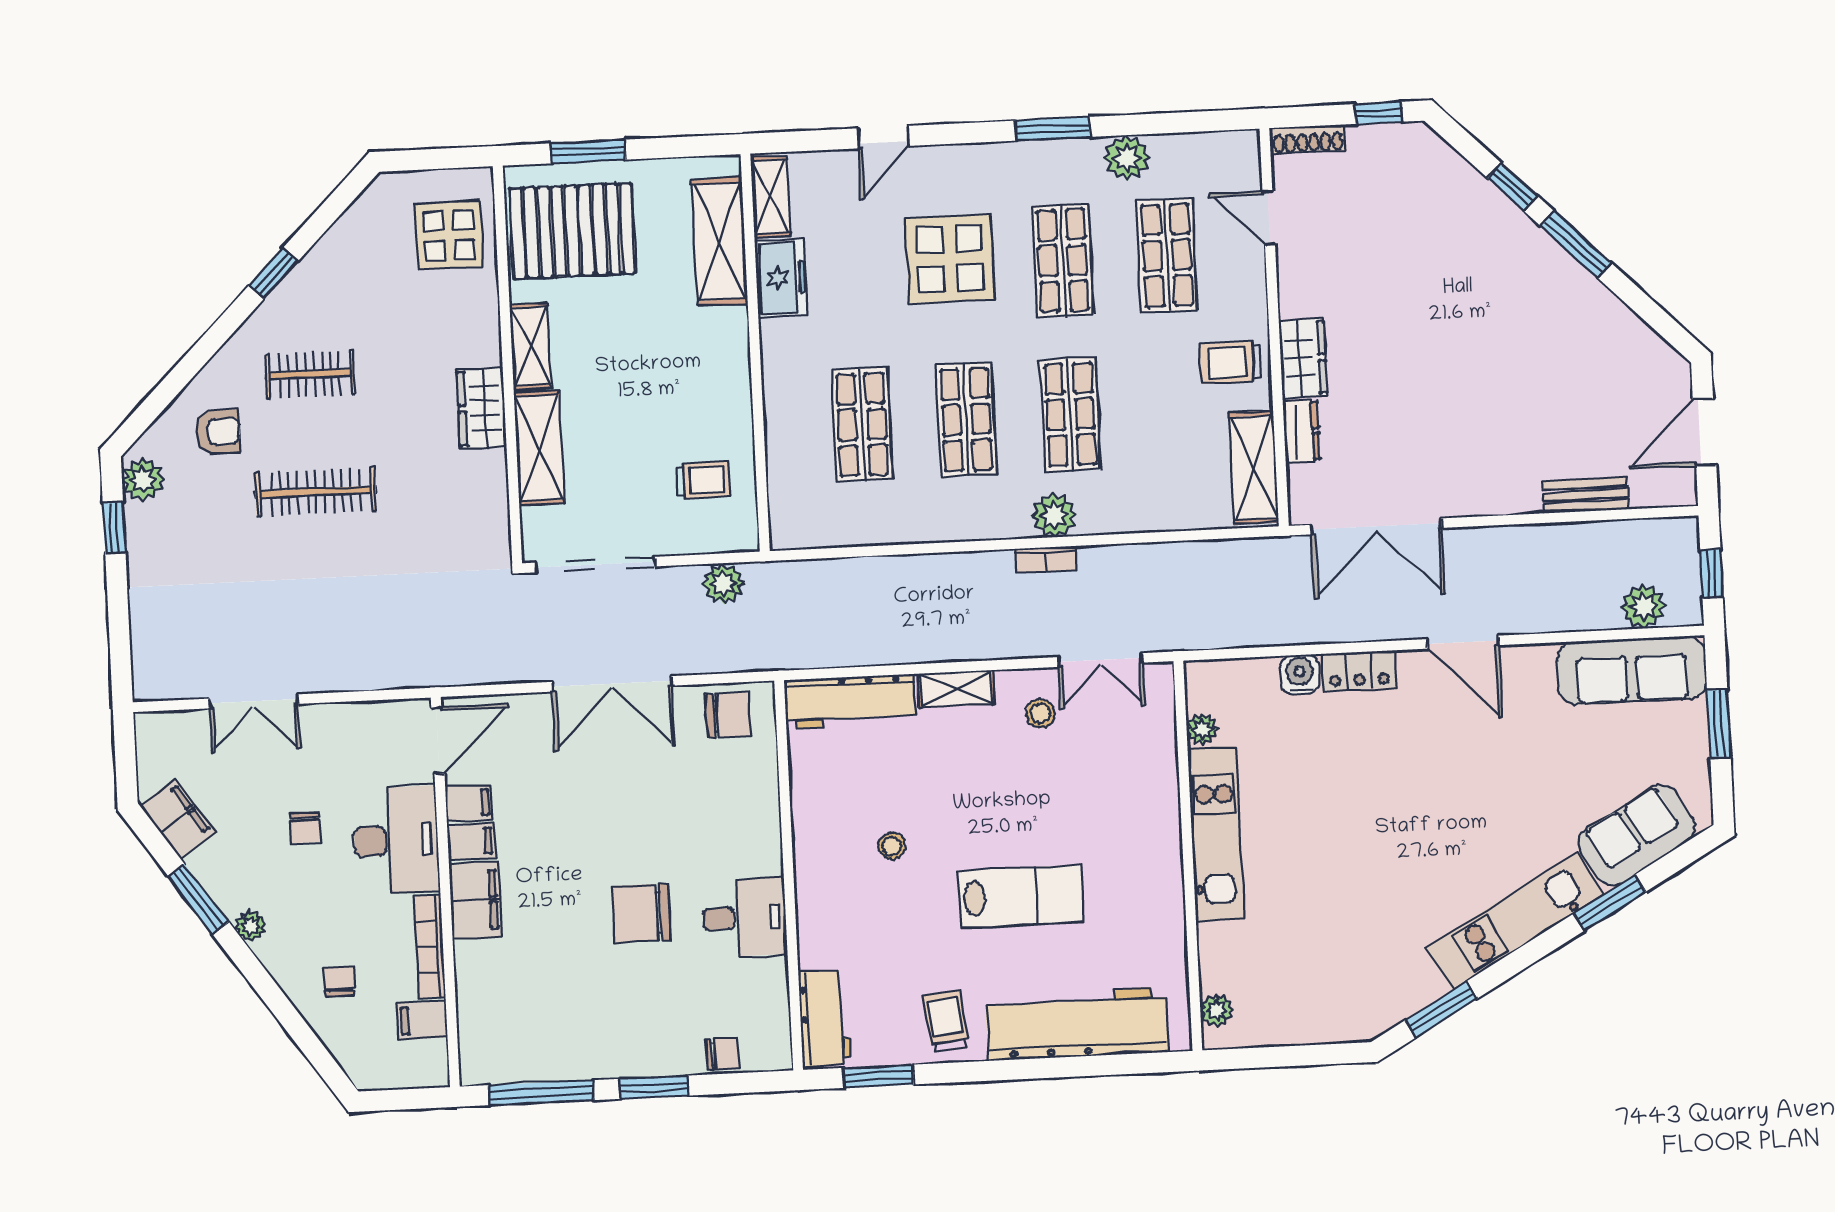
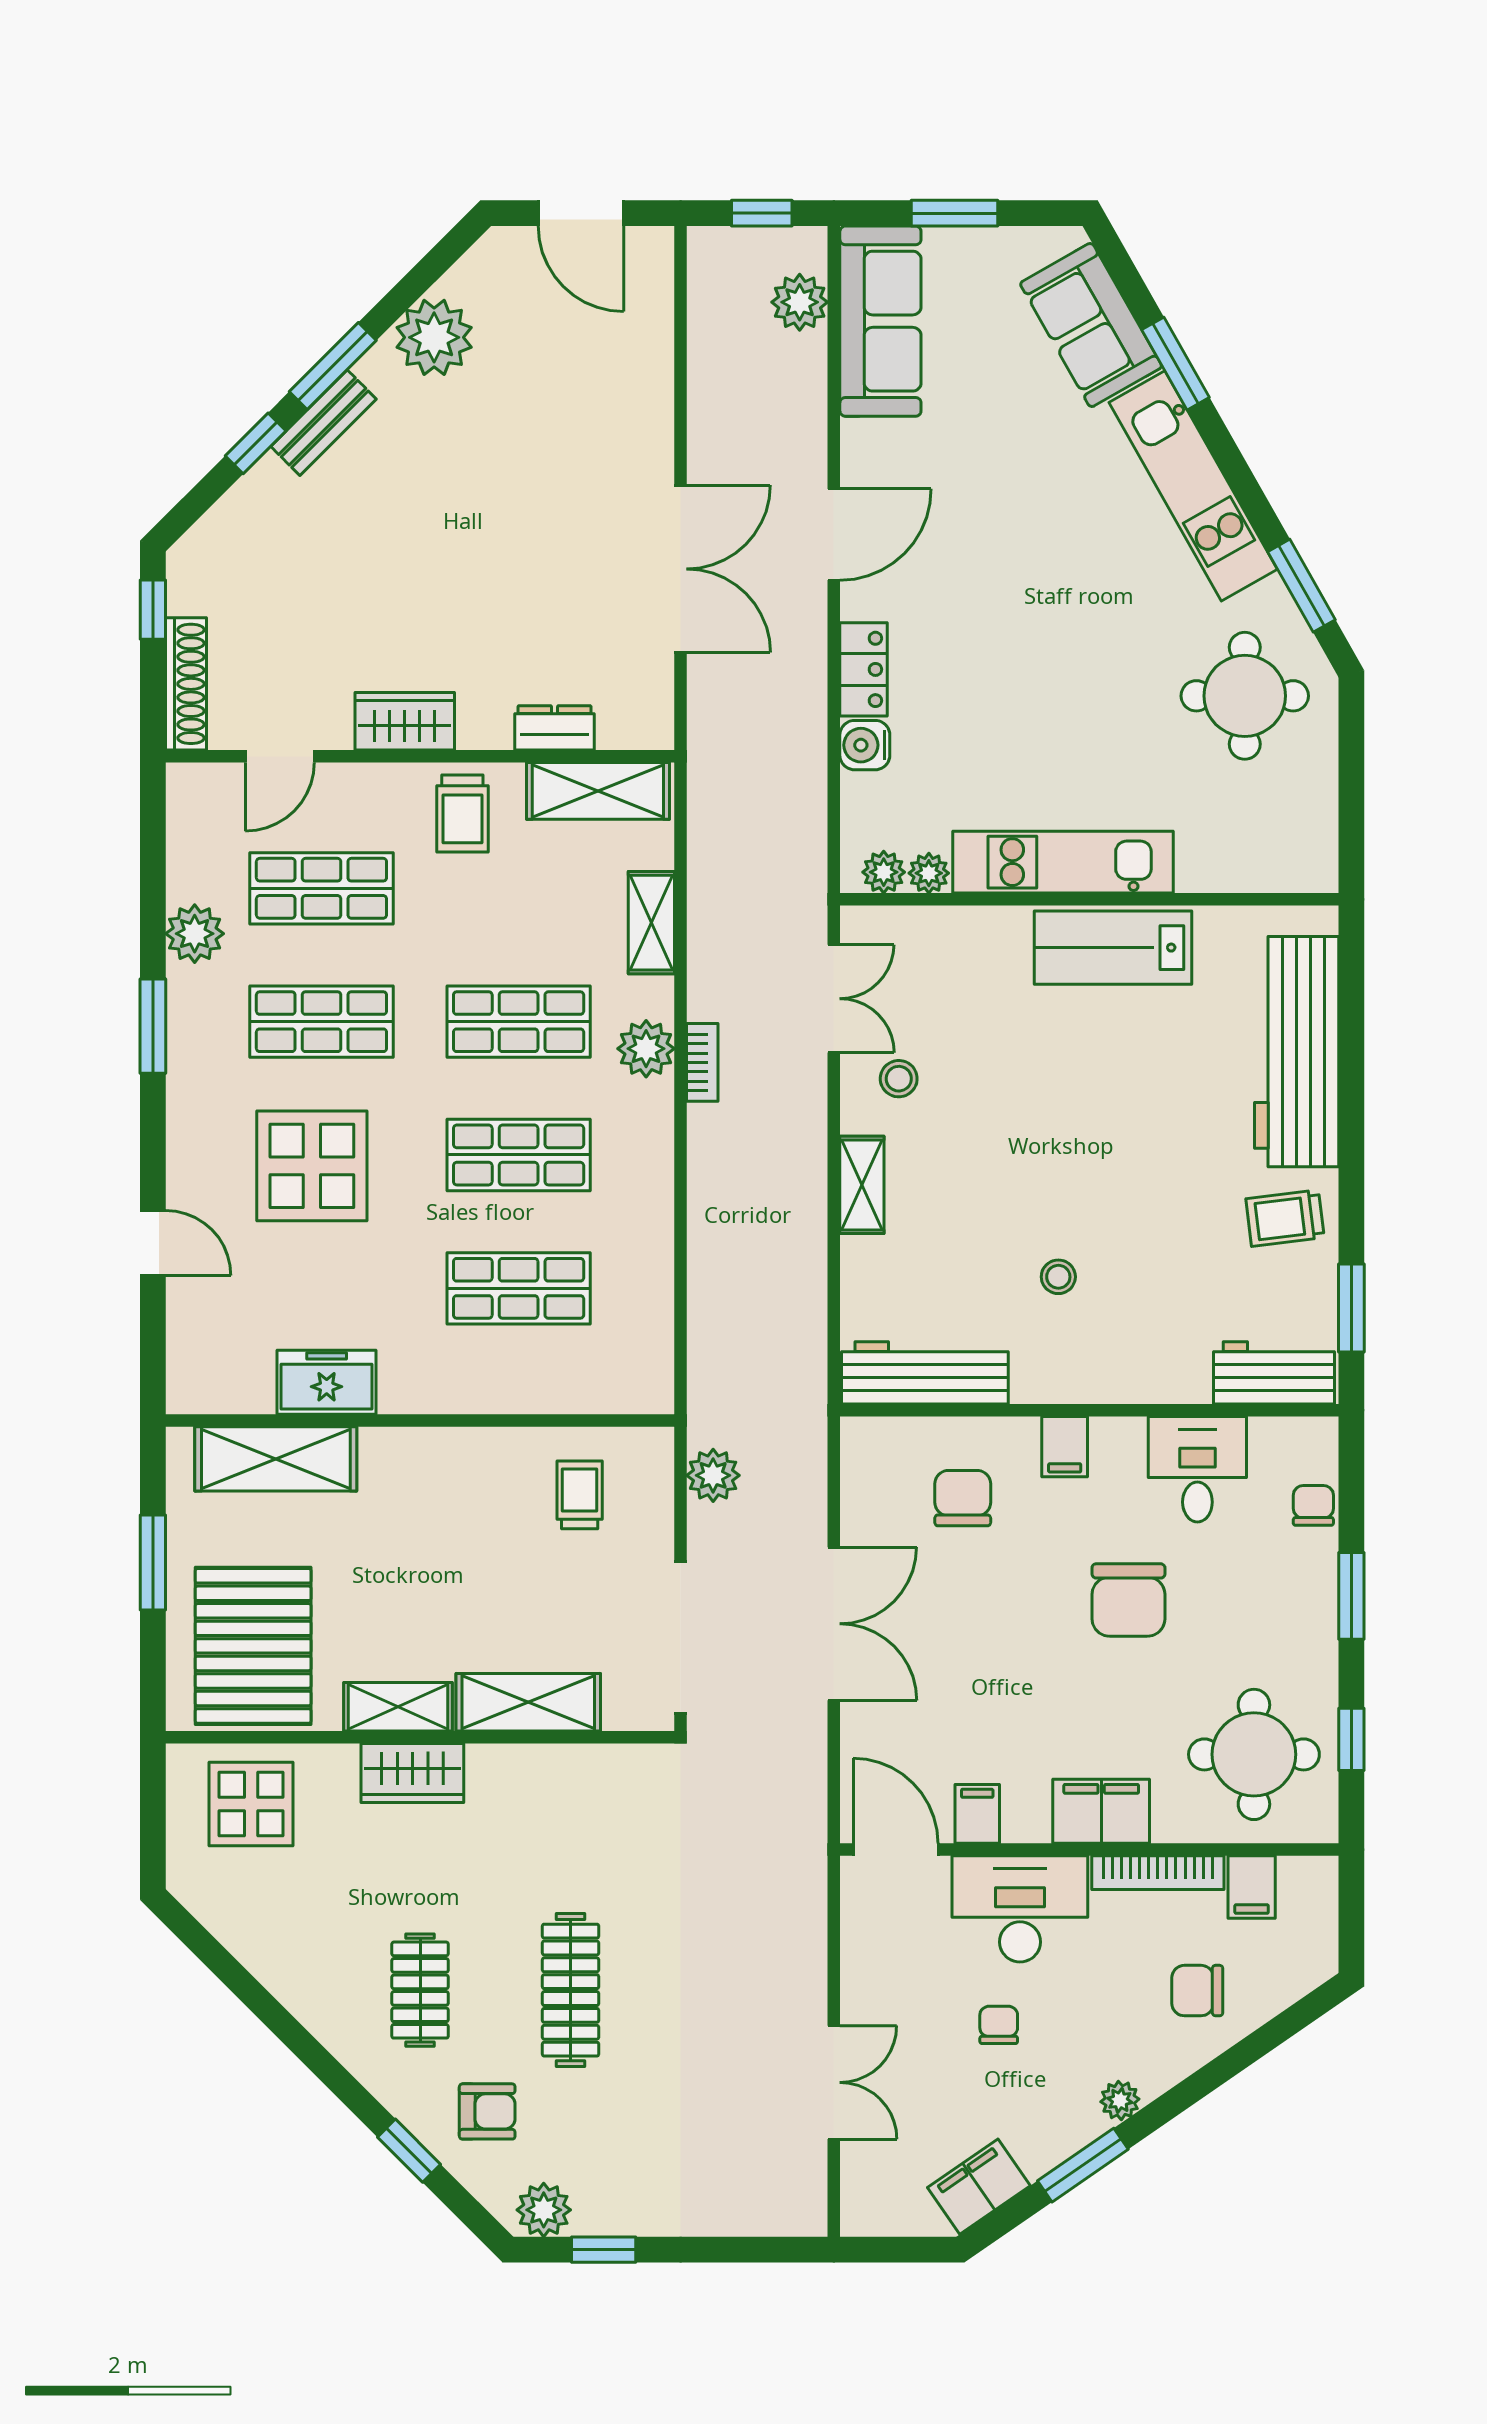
shoe rack: (1308, 139) -> (186, 684), width x1.36, depth x1.24
window: (588, 152) -> (153, 1562), moved
shelving: (770, 197) -> (651, 923), moved, turned 90
window: (273, 273) -> (409, 2151), moved
plant: (1602, 322) -> (434, 337), added
wardrobe: (1303, 358) -> (405, 721), moved
wardrobe: (482, 408) -> (412, 1773), moved
armchair: (218, 432) -> (487, 2111), turned 90
bench: (1586, 495) -> (323, 423), moved, turned 45
double door: (1376, 526) -> (681, 569), moved
workbench: (850, 701) -> (925, 1373), moved, turned -90
chair: (728, 715) -> (963, 1498), moved
chair: (305, 828) -> (999, 2025), turned -90
filing cabinet: (471, 841) -> (1065, 1447), moved, turned 180
lab bench: (1021, 896) -> (1113, 948), moved, turned -90
desk: (744, 918) -> (1197, 1469), moved
round table: (1353, 969) -> (1245, 696), added
chair: (339, 982) -> (1197, 1991), width x1.37, depth x1.37
plant: (1217, 1010) -> (884, 872), moved
round table: (526, 1017) -> (1254, 1754), added
window: (541, 1093) -> (1351, 1739), width x0.46

